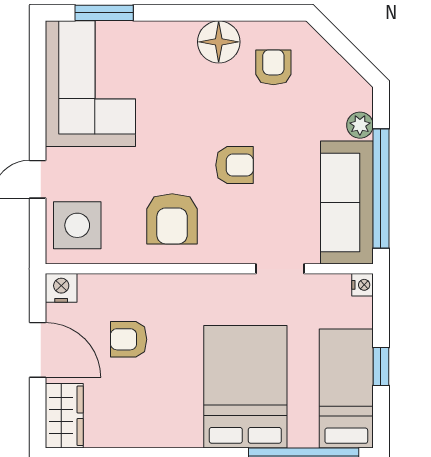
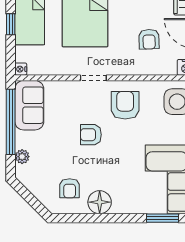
sofa: (347, 202) -> (29, 105), width x0.73
doorway: (280, 269) -> (93, 78), moved
armchair: (129, 339) -> (149, 39), turned 88

